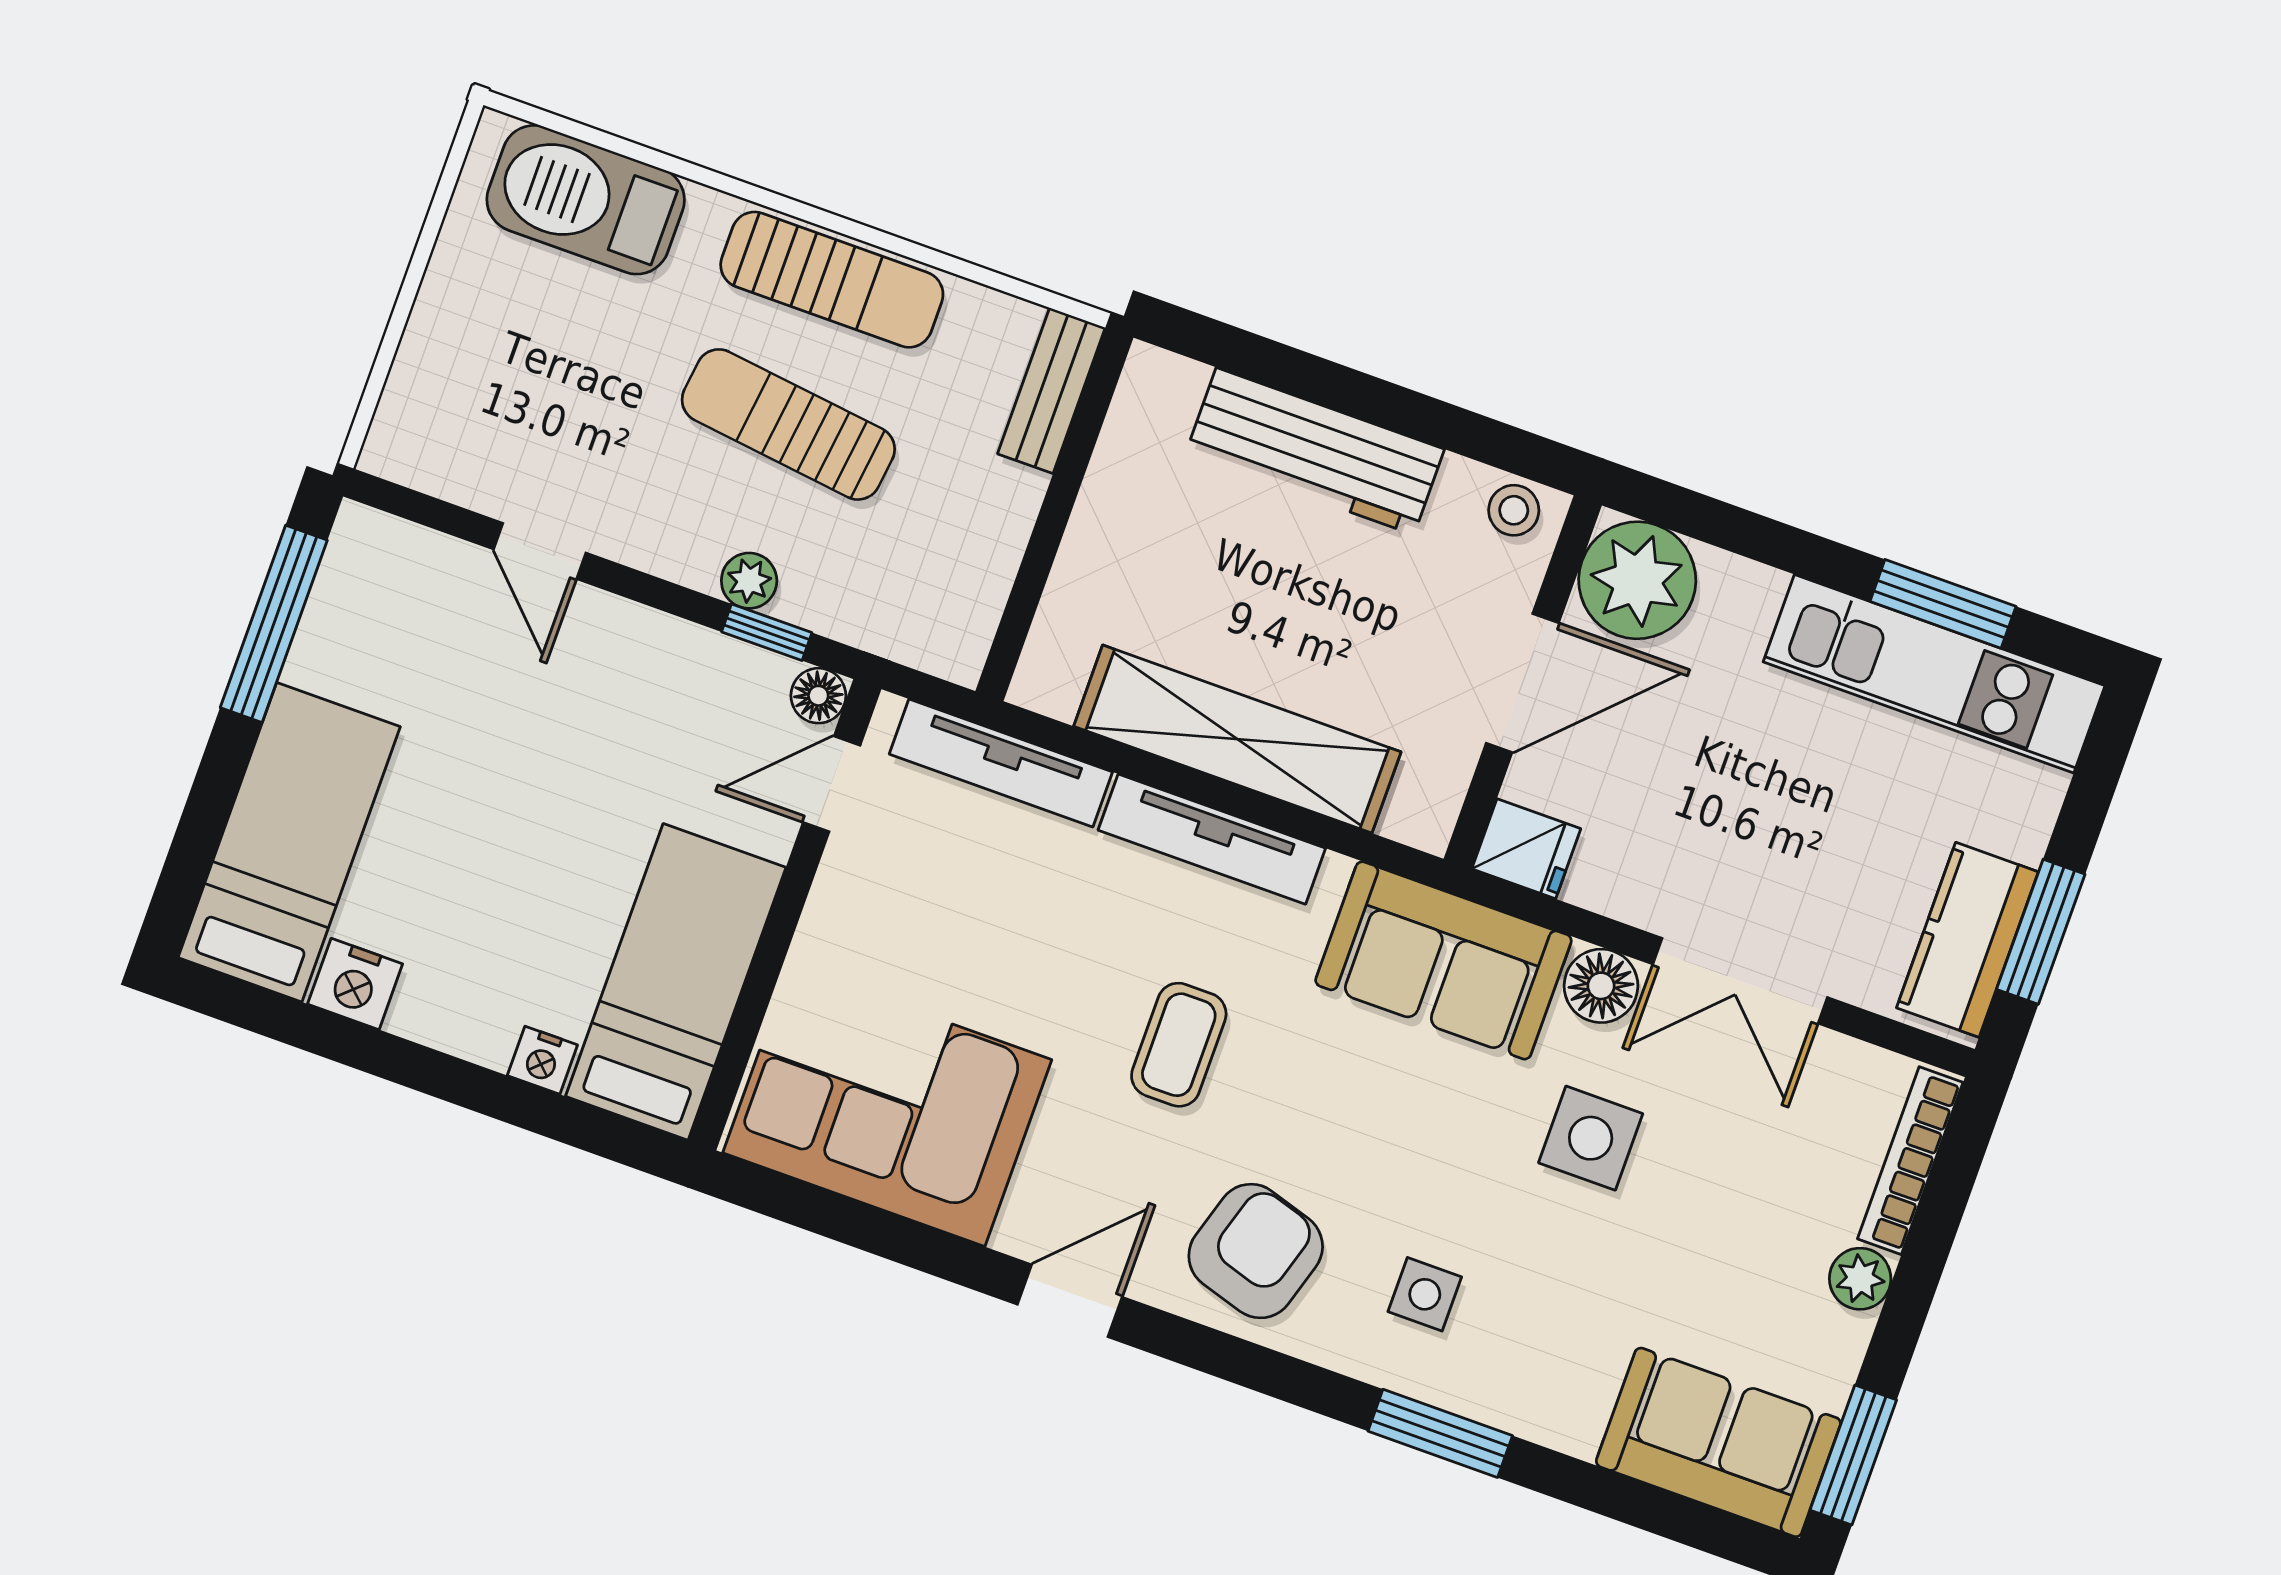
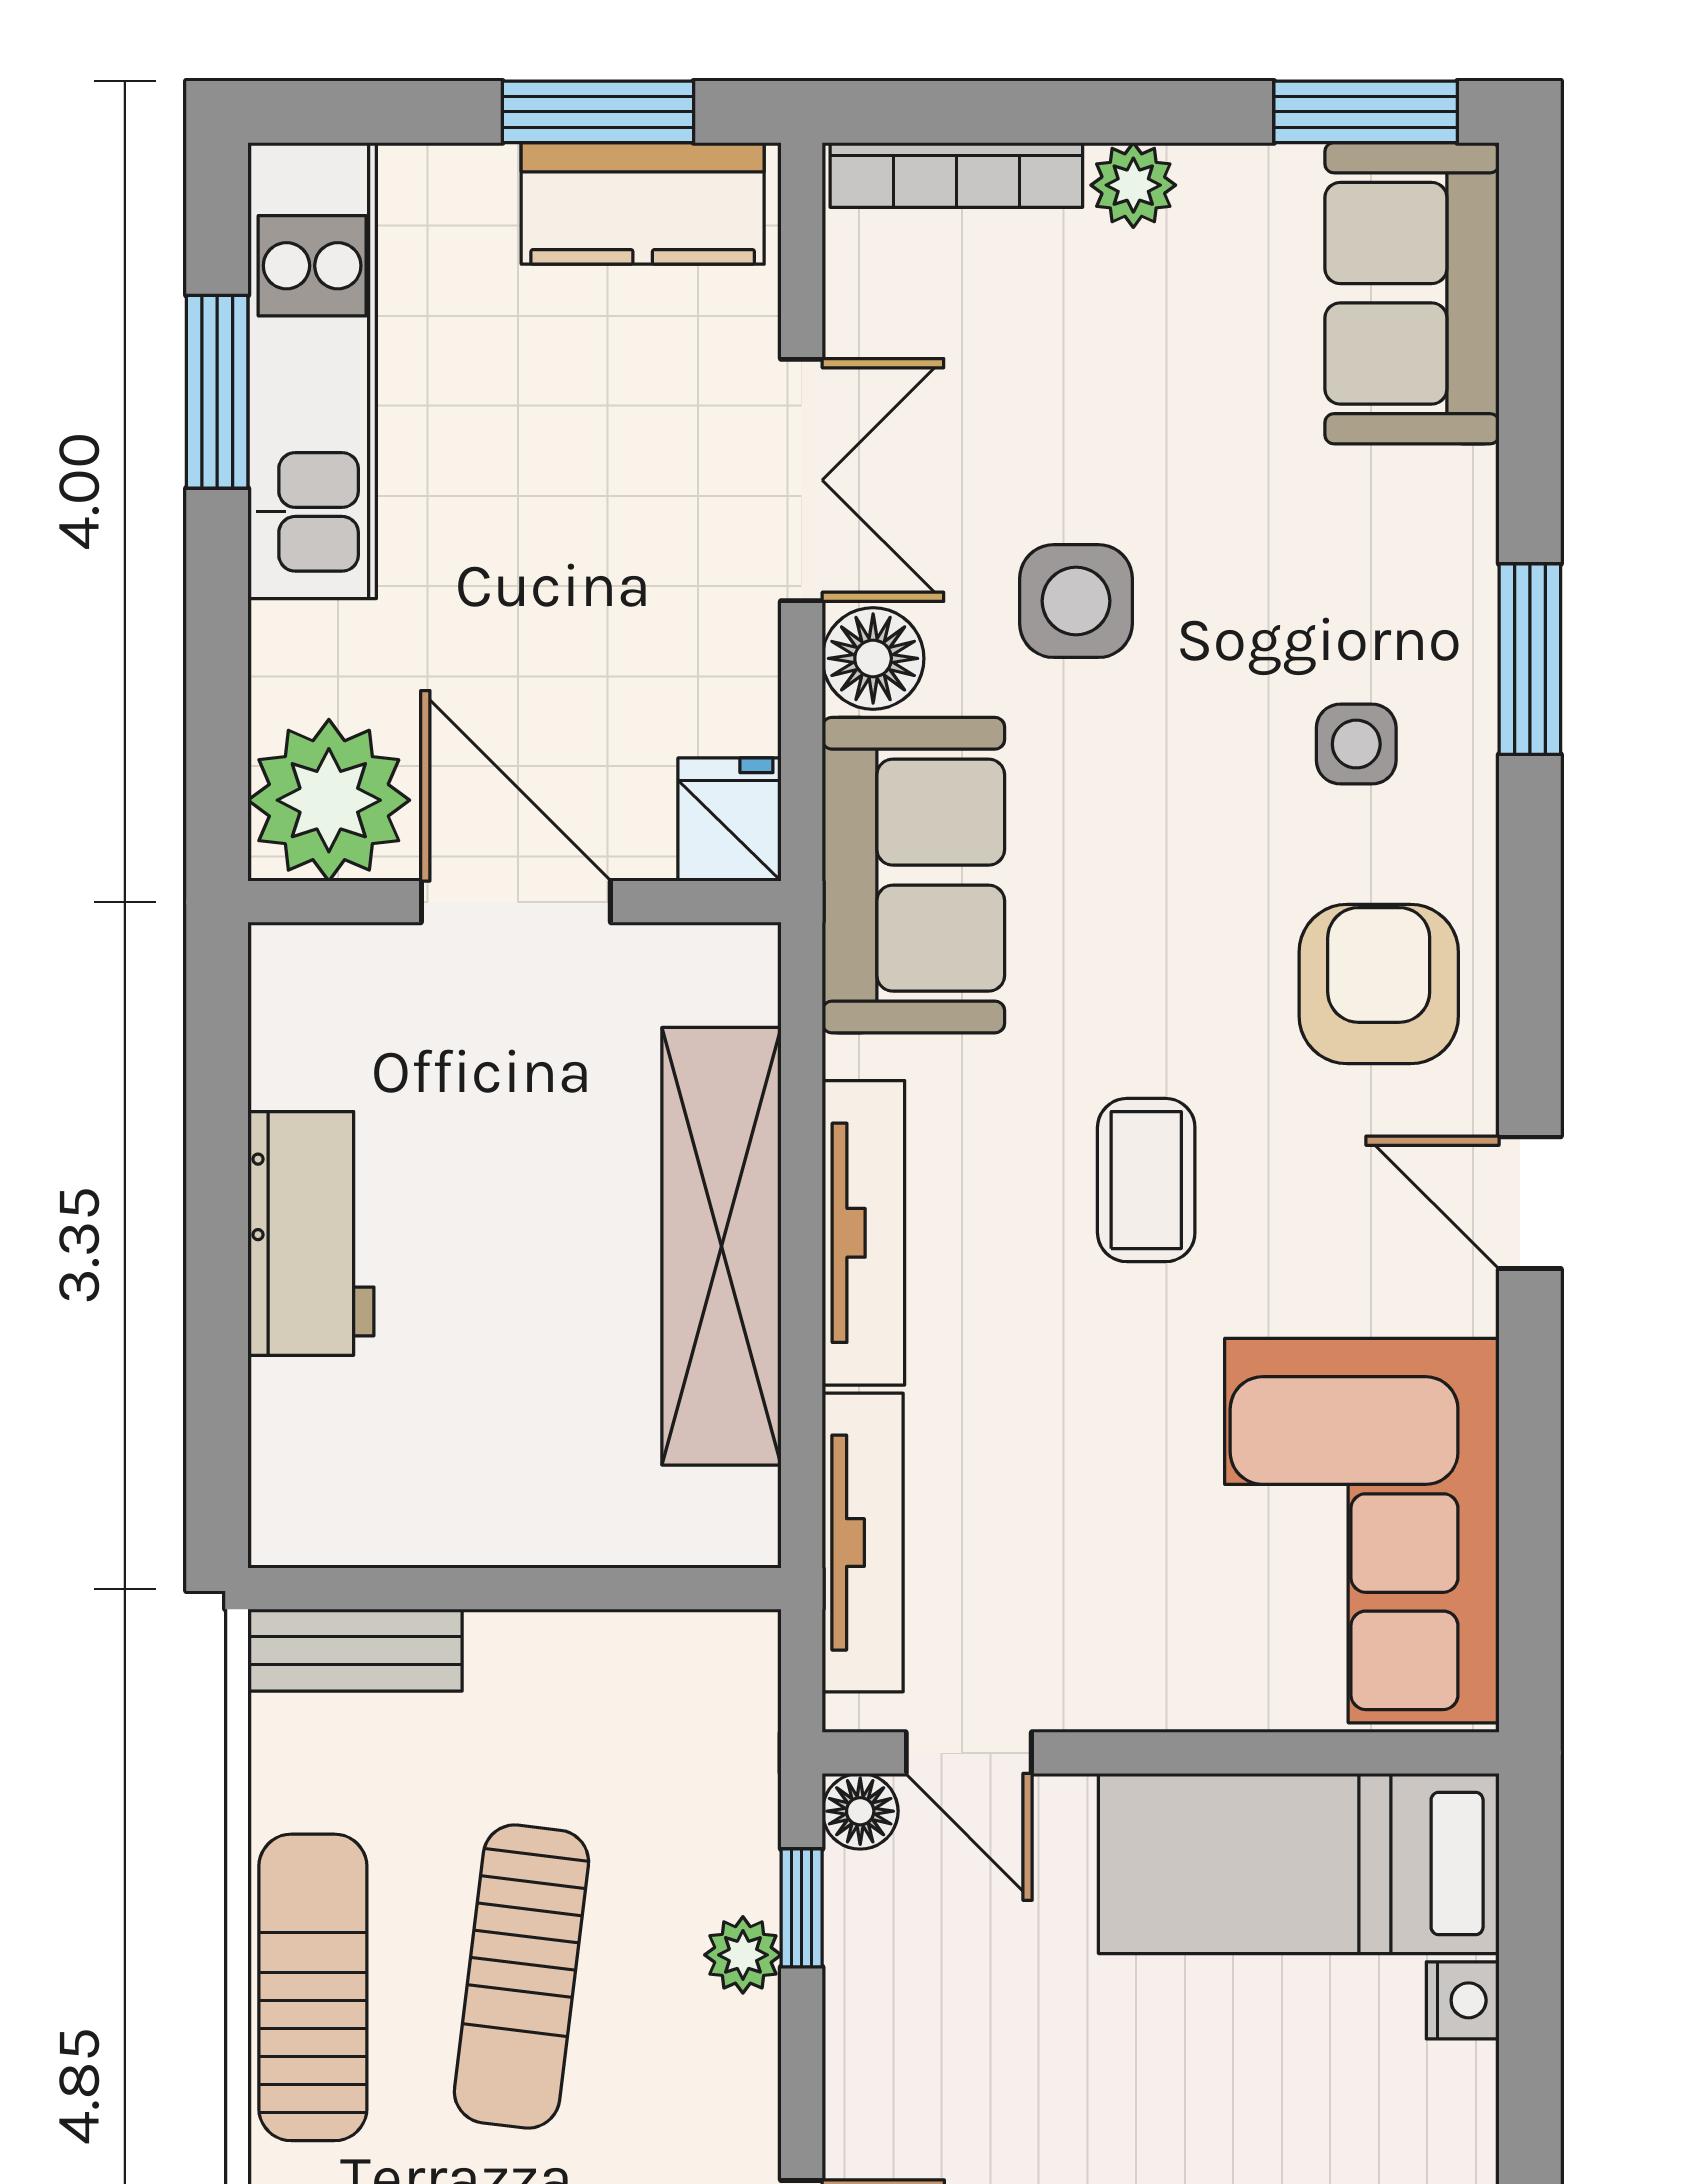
workbench: (1315, 451) -> (311, 1233), width x0.73
stool: (1514, 510) -> (295, 993), removed
coffee table: (1179, 1045) -> (1146, 1180), turned 90
armchair: (1256, 1251) -> (1379, 984), turned 73

